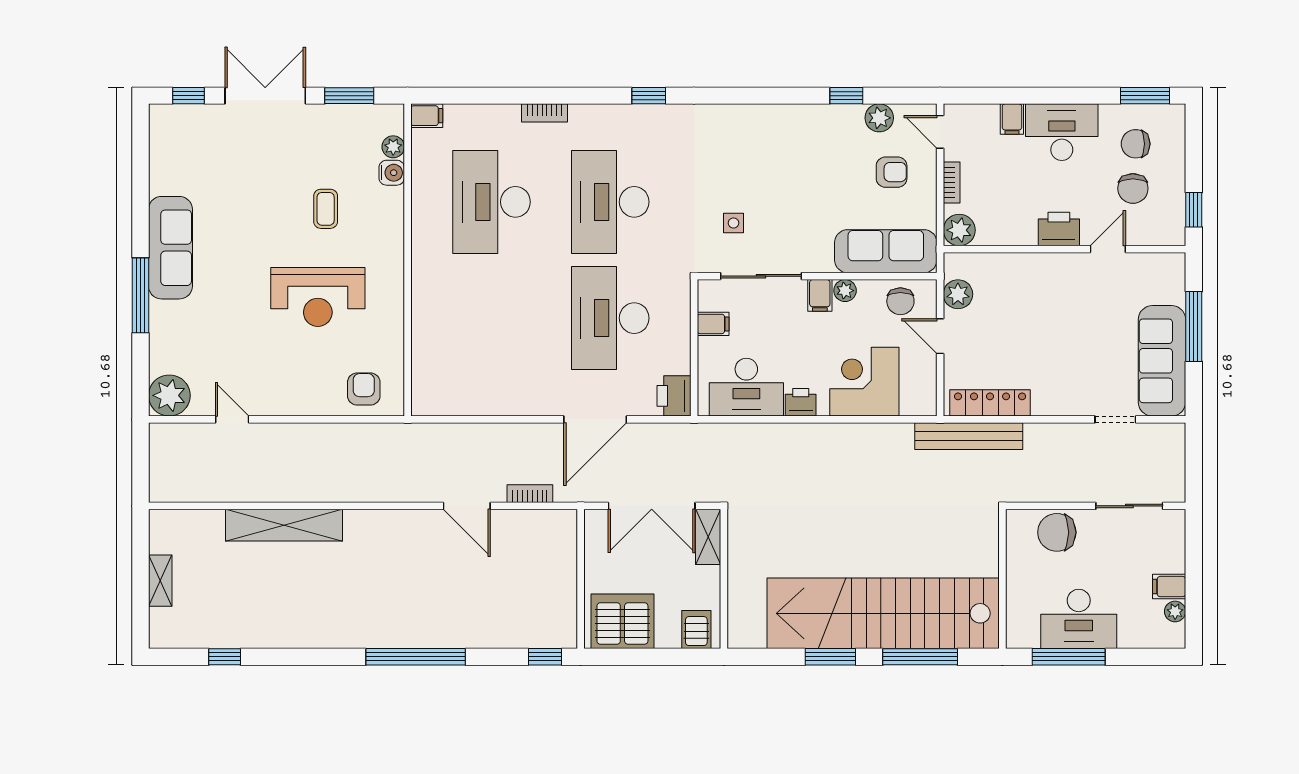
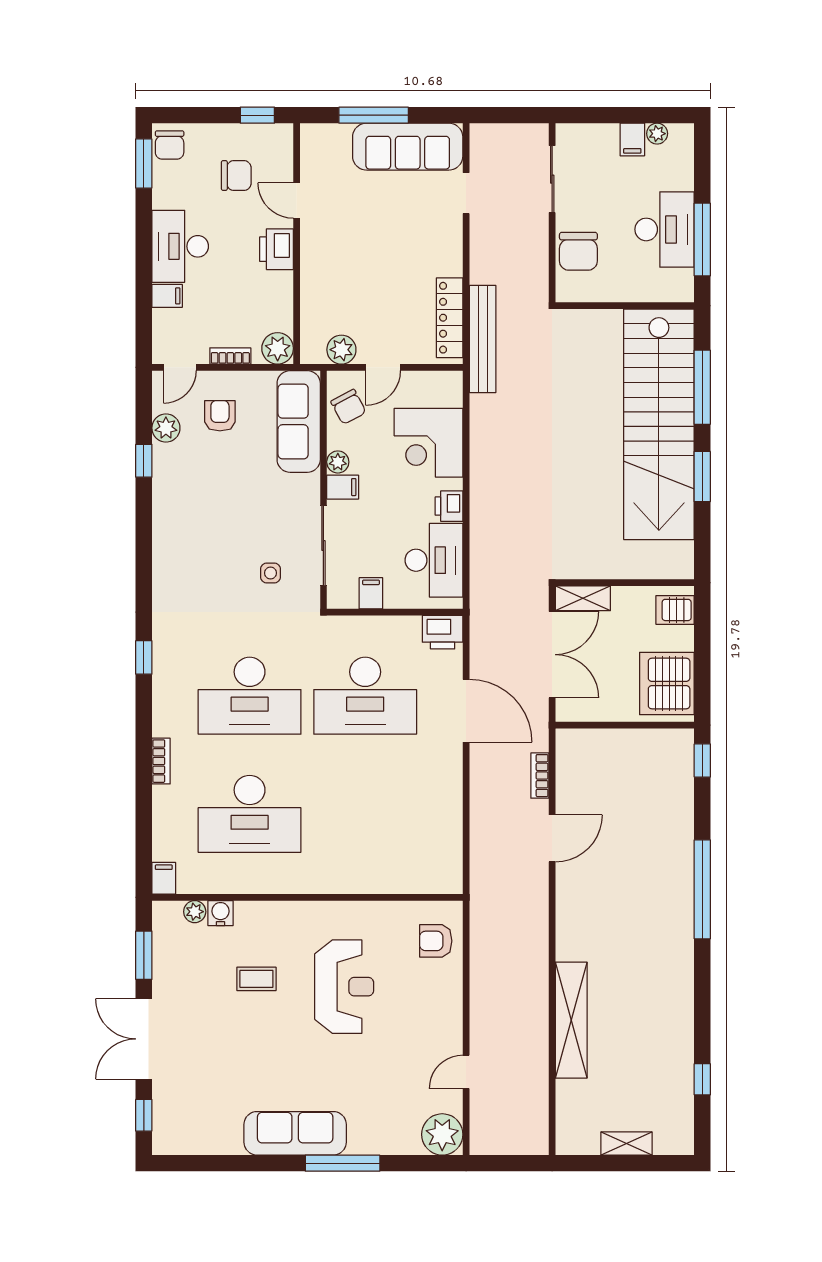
chair: (1136, 144) -> (170, 145), moved
chair: (900, 301) -> (348, 407), turned 62

